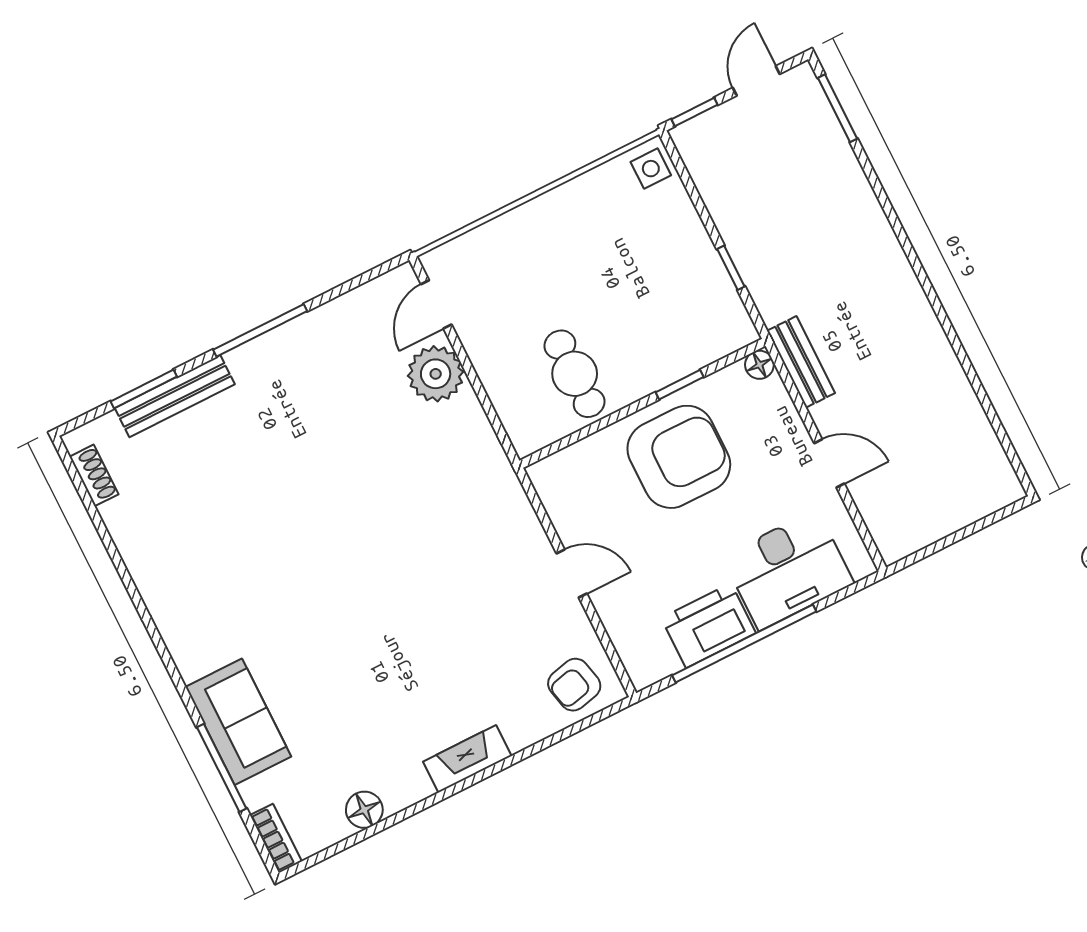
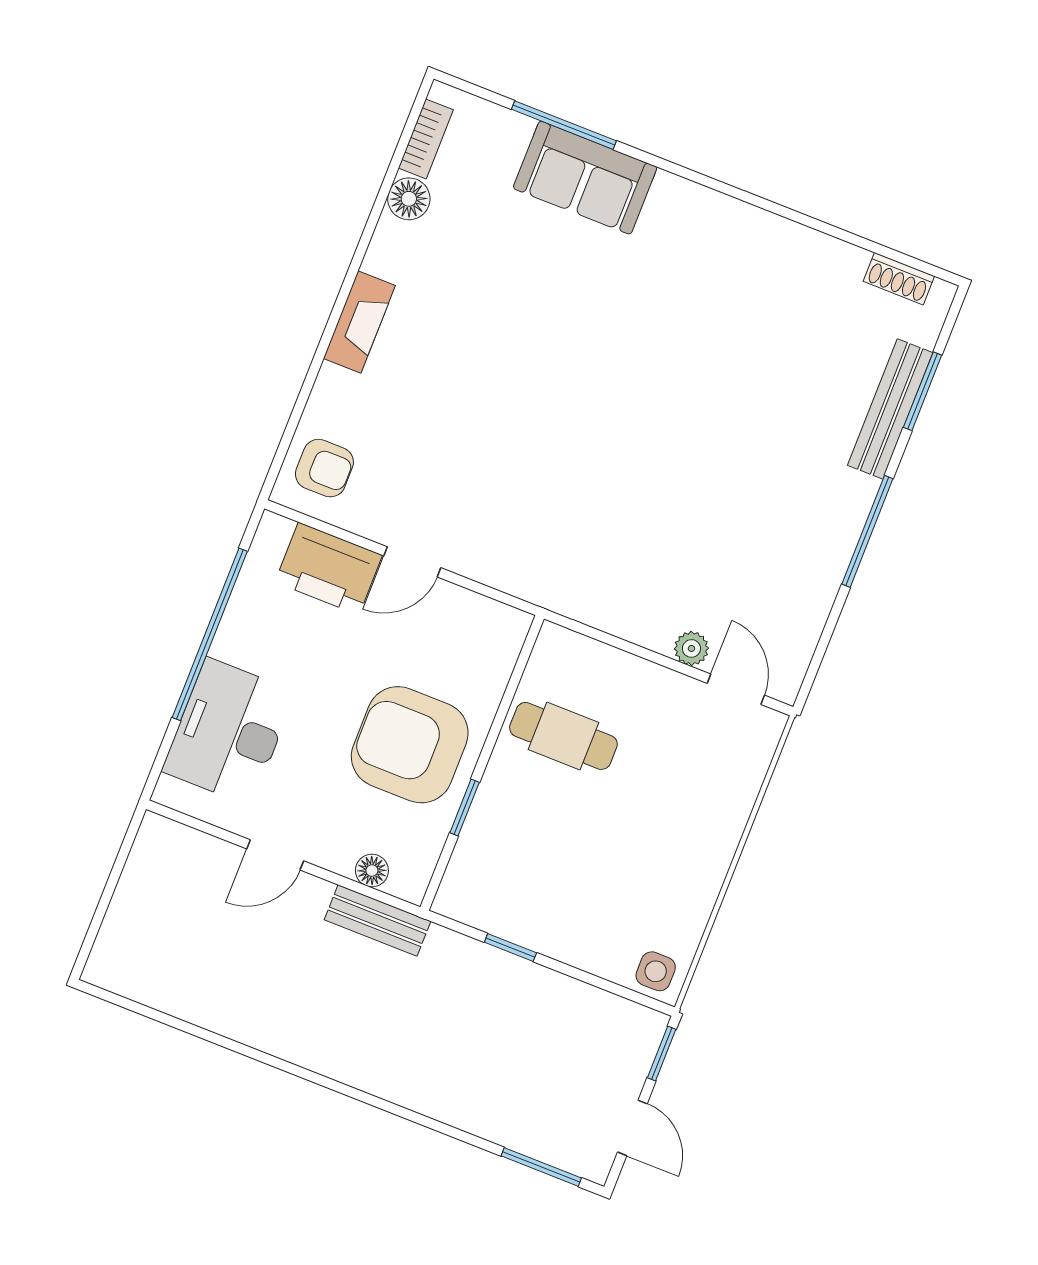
floor lamp: (759, 365) -> (372, 871), moved
plant: (436, 374) -> (691, 648), width x0.53, depth x0.53
armchair: (679, 457) -> (410, 745), turned 90
printer: (709, 626) -> (329, 569), moved, turned 90
armchair: (574, 685) -> (324, 468), turned 103
bookcase: (276, 838) -> (426, 139), moved, turned -90

